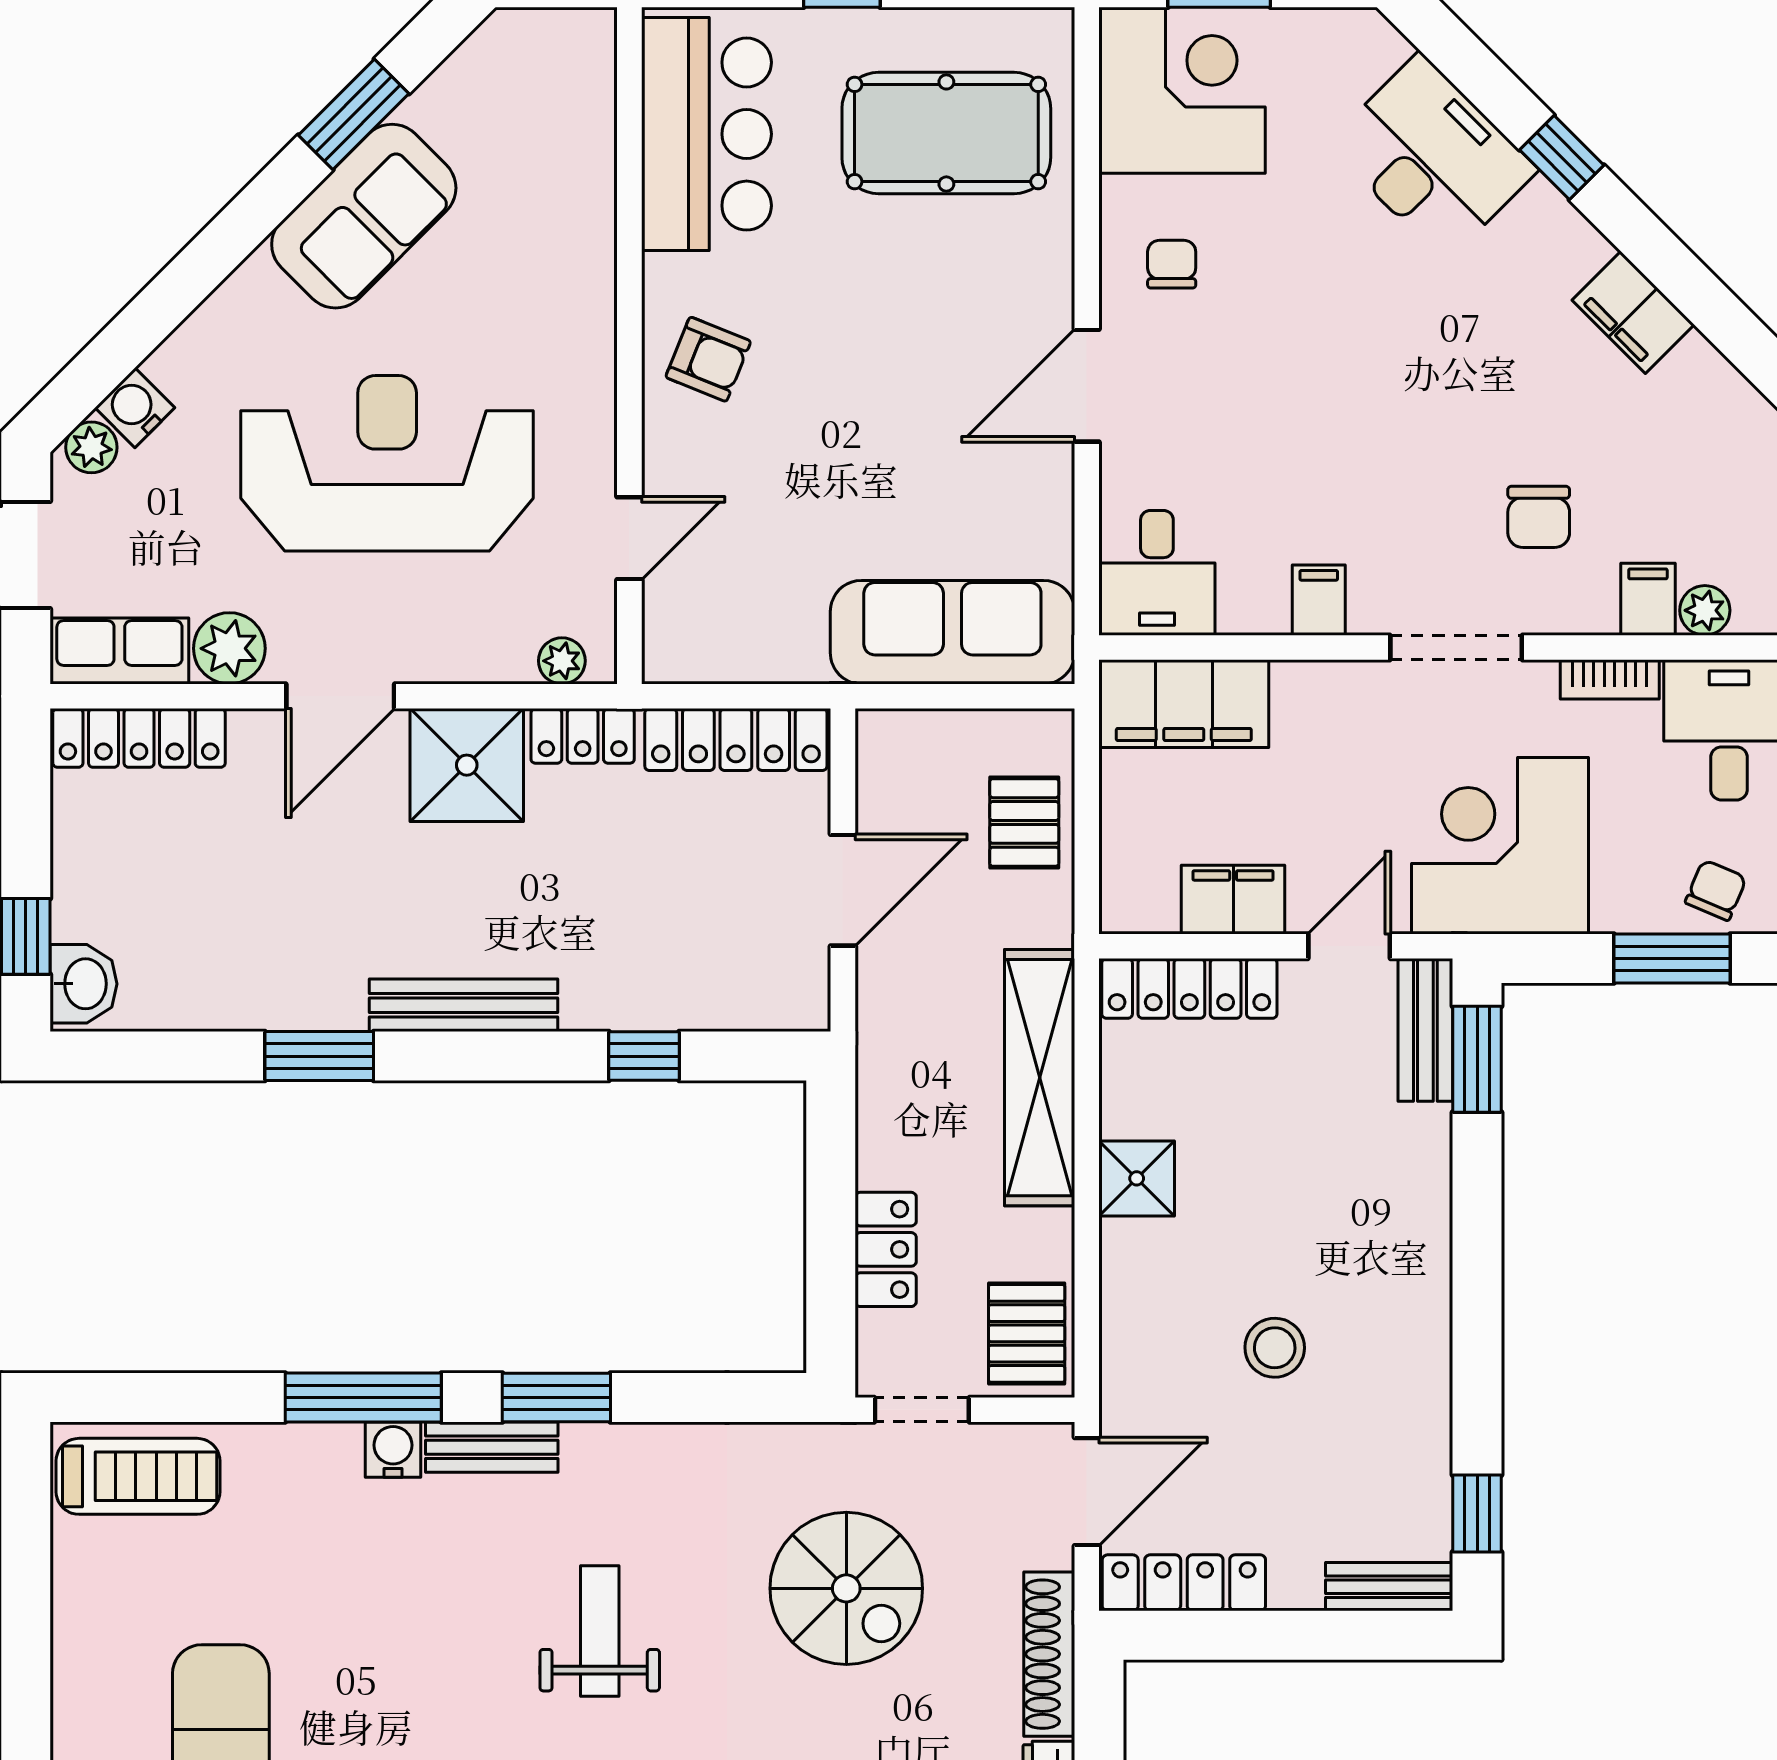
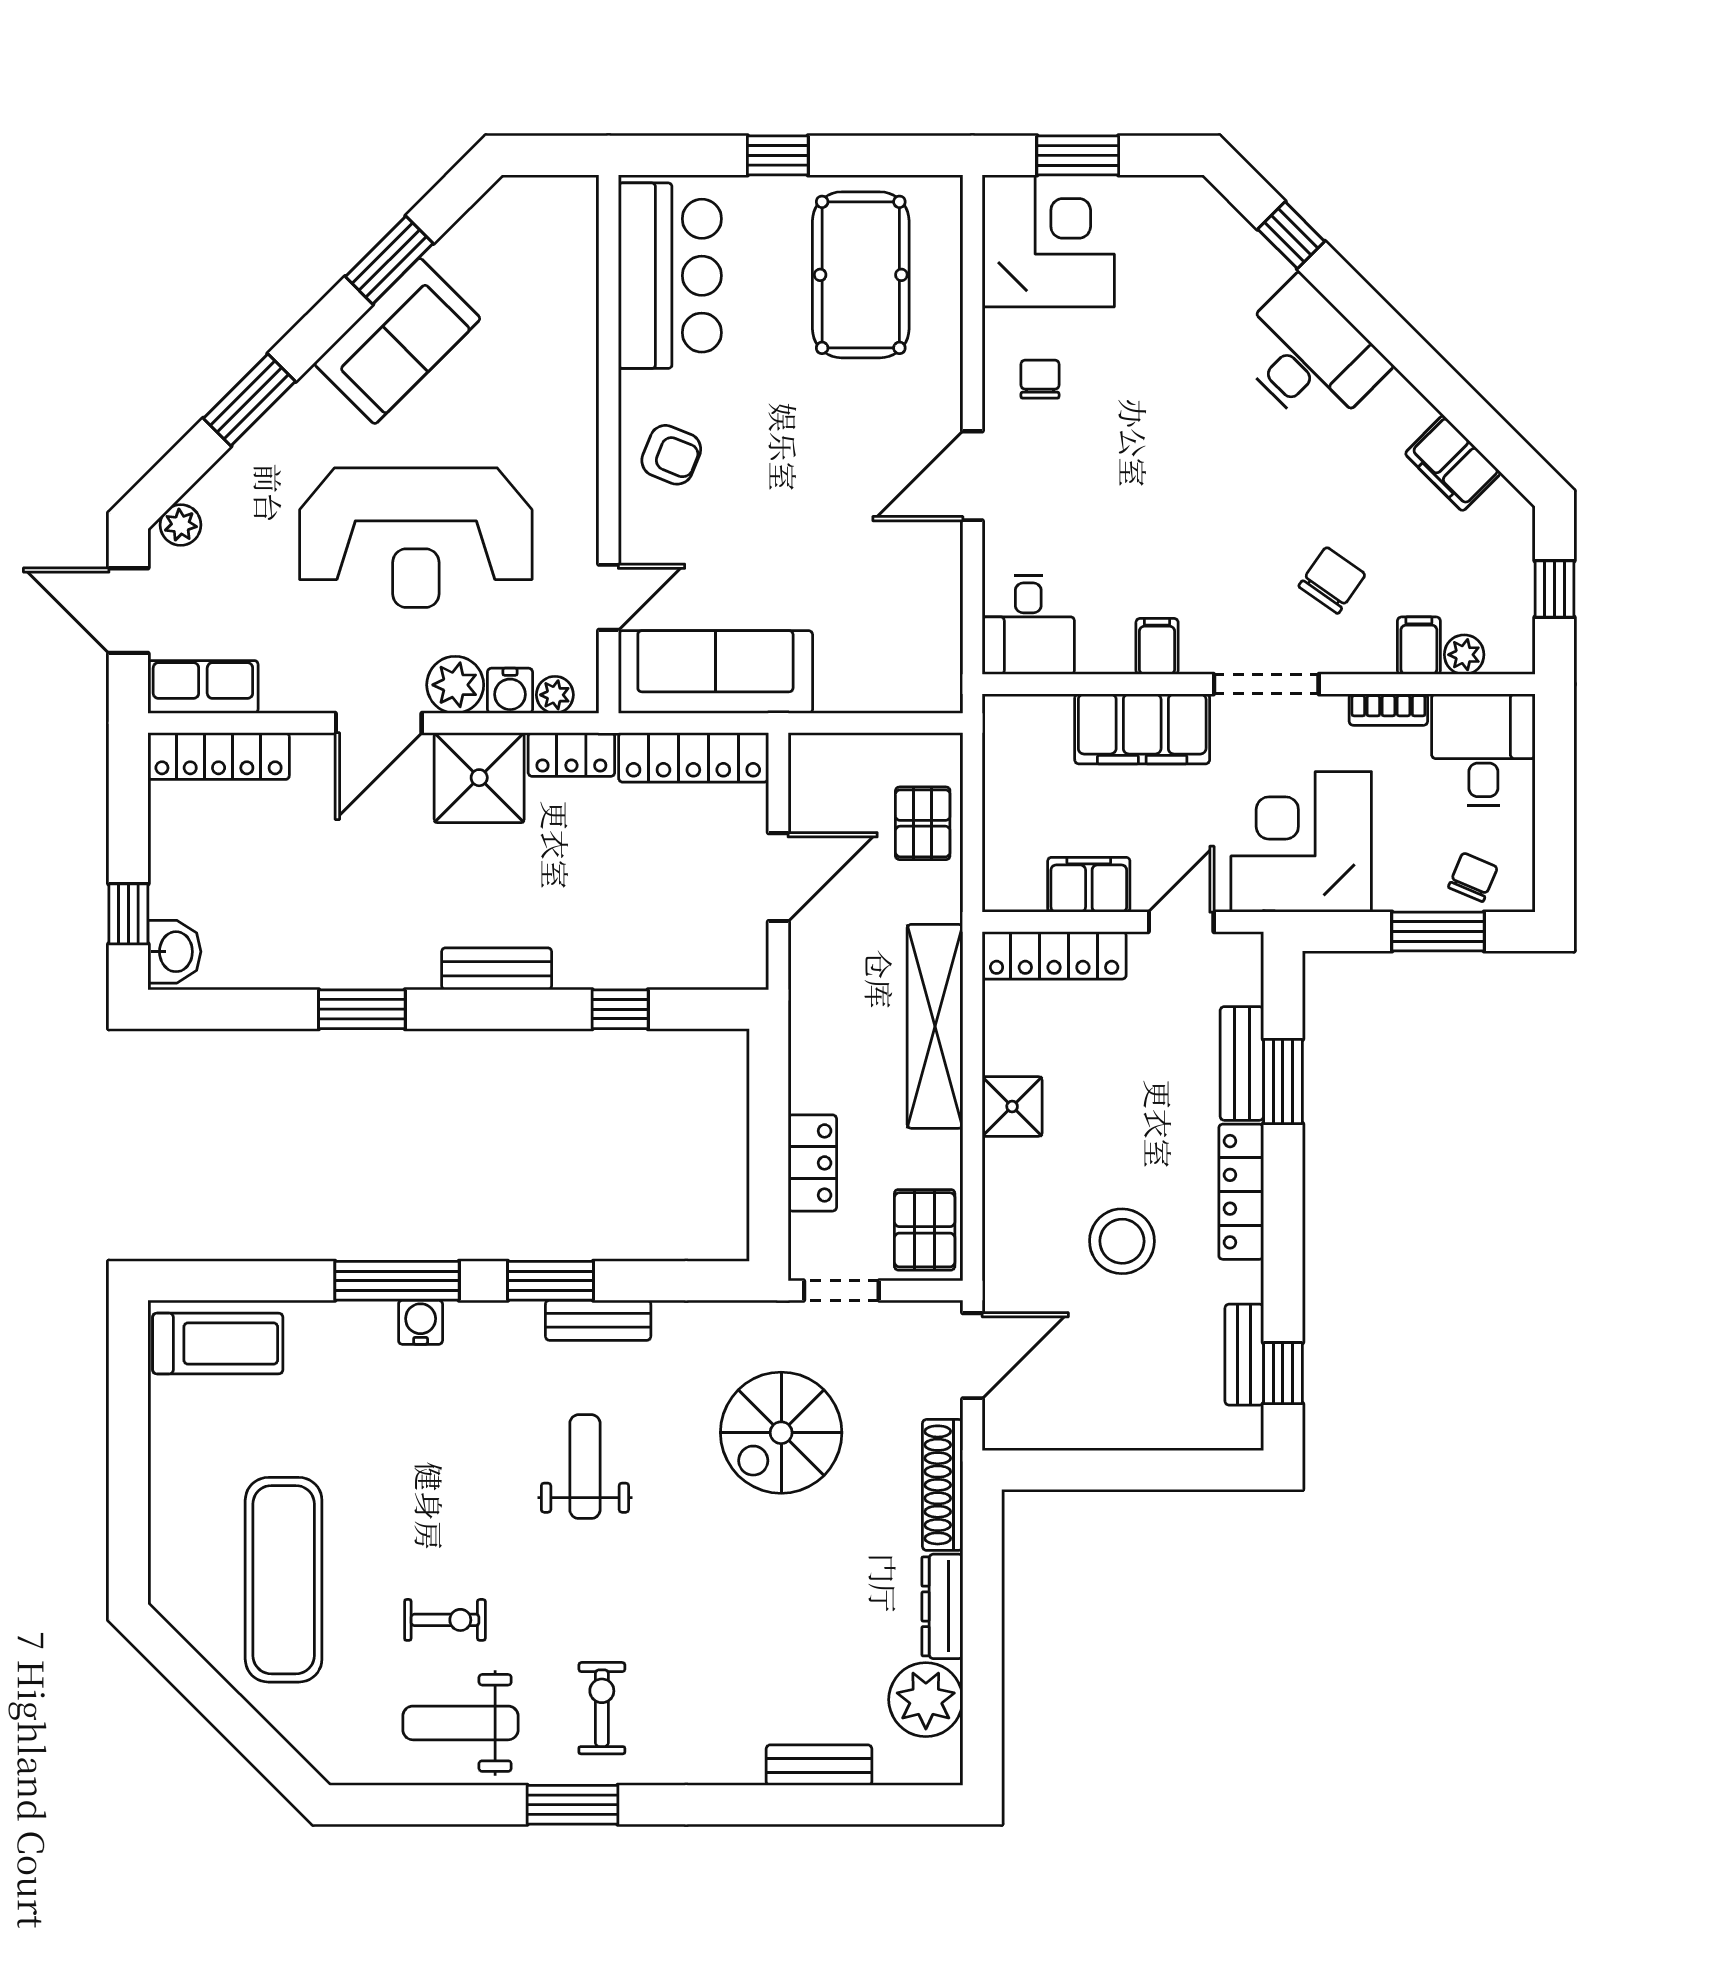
pool table: (946, 133) -> (861, 275), turned 90
desk: (1432, 157) -> (1309, 356), moved
window: (1562, 157) -> (1291, 235), moved
window: (178, 290) -> (249, 400), added
filing cabinet: (1633, 312) -> (1453, 463), moved
water cooler: (135, 408) -> (510, 691), moved, turned -135
reception desk: (387, 463) -> (416, 538), turned 180
chair: (1539, 517) -> (1332, 580), turned -145
sofa: (952, 632) -> (715, 672), moved
plant: (229, 648) -> (455, 685), moved
filing cabinet: (1184, 704) -> (1142, 729), moved
bench: (463, 1005) -> (497, 969), width x0.73
bench: (1425, 1030) -> (1242, 1063), moved
window: (1477, 1059) -> (1283, 1082), moved
stool: (1275, 1348) -> (1122, 1241), width x1.38, depth x1.38
bench: (492, 1447) -> (598, 1320), moved
locker: (1184, 1583) -> (1241, 1192), moved, turned -90
bench: (1389, 1587) -> (1244, 1355), moved, turned 90
spiral stairs: (846, 1588) -> (781, 1433), turned 90

